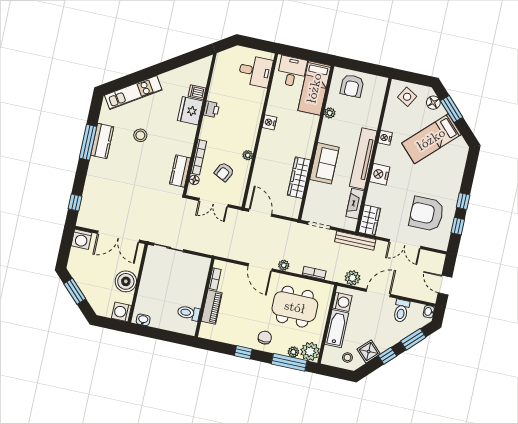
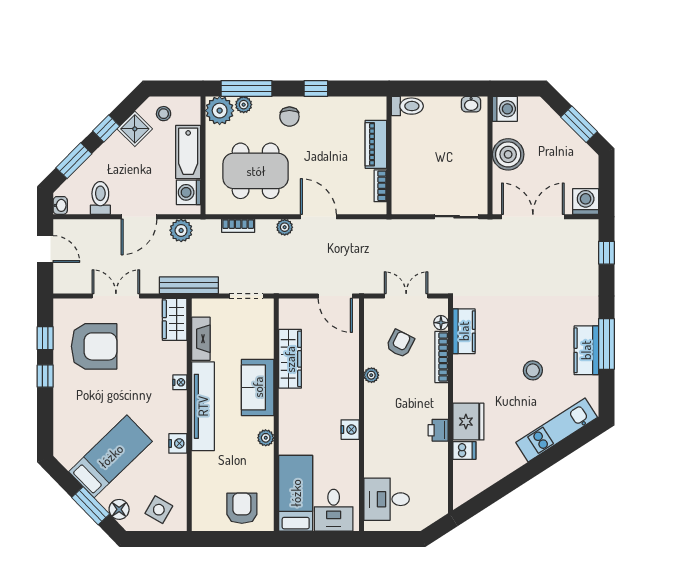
plant: (330, 113) -> (266, 438), moved
nightstand: (380, 174) -> (180, 382), width x0.53, depth x0.56
toilet: (189, 313) -> (407, 106), moved

